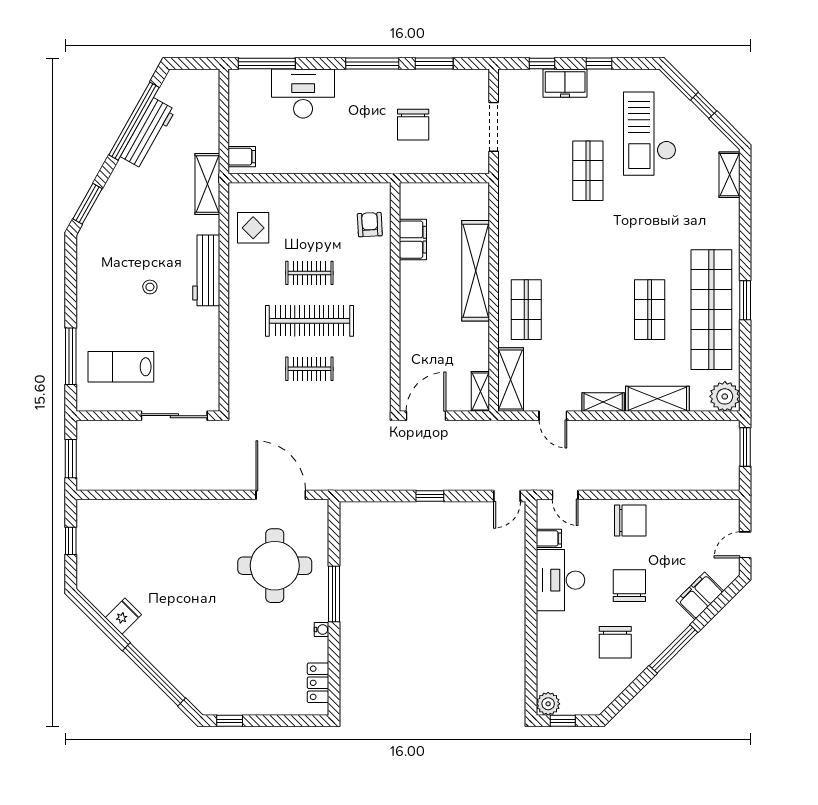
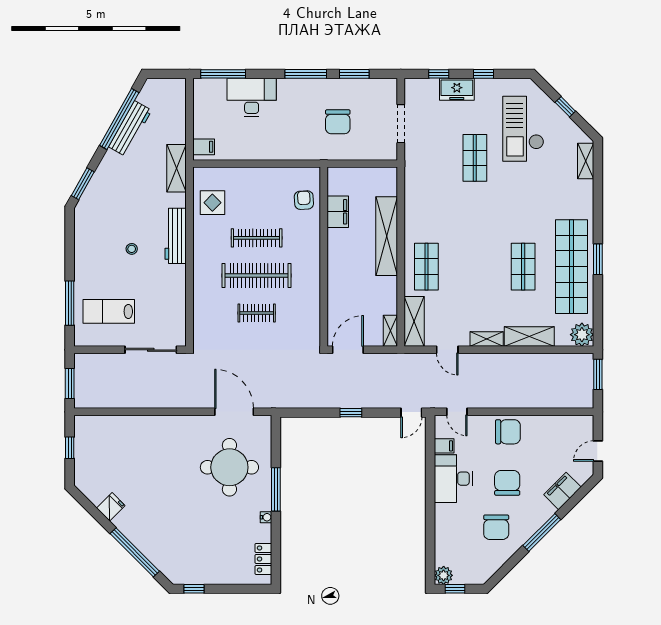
clothes rail: (309, 273) -> (257, 238), width x1.36

